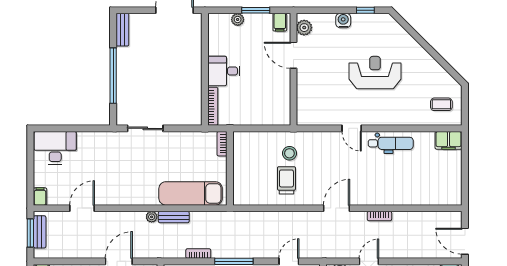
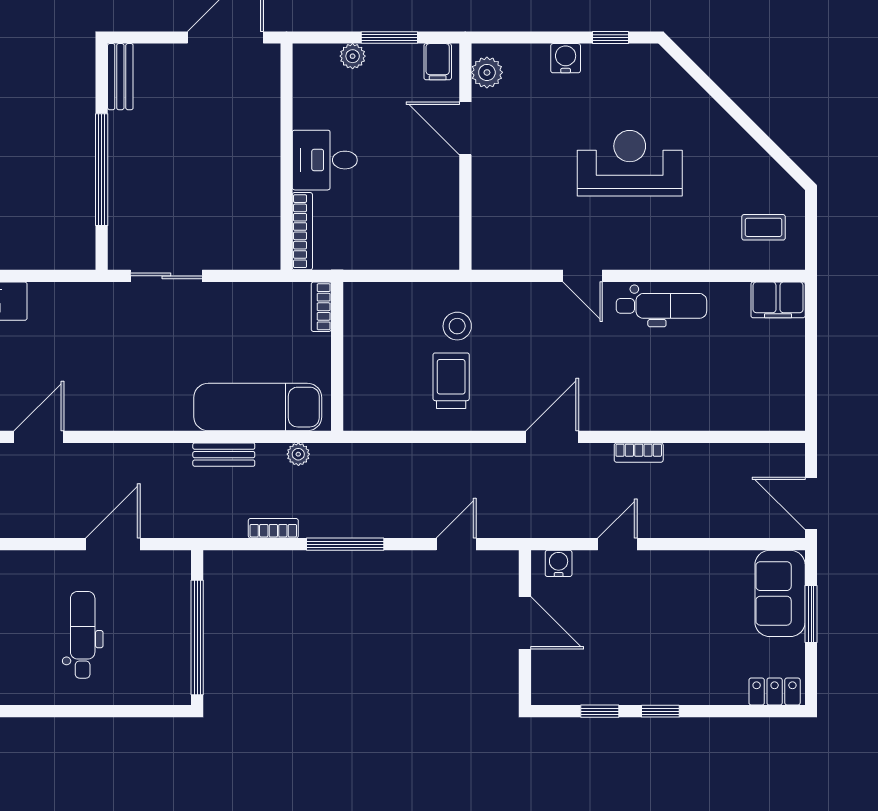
plant: (152, 217) -> (298, 454), moved

